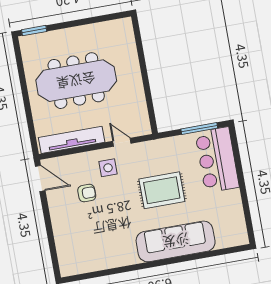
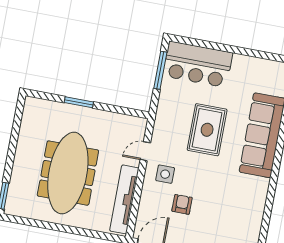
window: (143, 66) -> (79, 102), added

